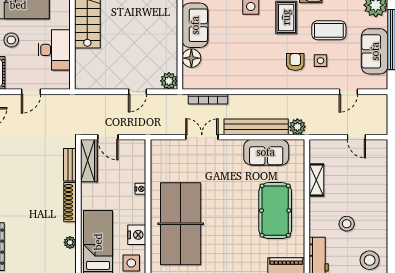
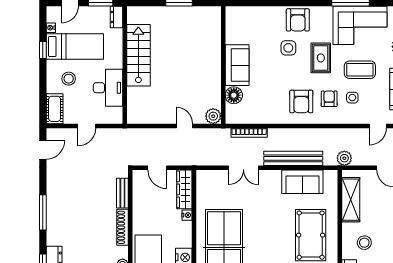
armchair: (265, 65) -> (301, 101), added
door: (137, 92) -> (184, 126), swing flipped
plant: (297, 127) -> (344, 158), moved
double door: (202, 137) -> (243, 168), swing flipped
wardrobe: (89, 161) -> (184, 189), moved, turned 180
shelving: (316, 180) -> (351, 200), width x1.50, depth x1.33
stool: (347, 224) -> (364, 243), moved

